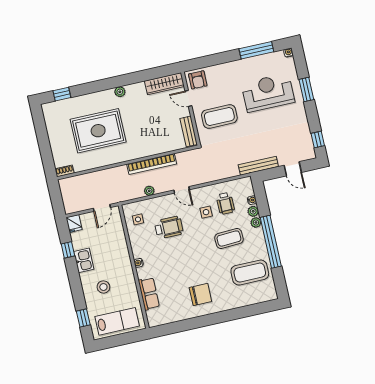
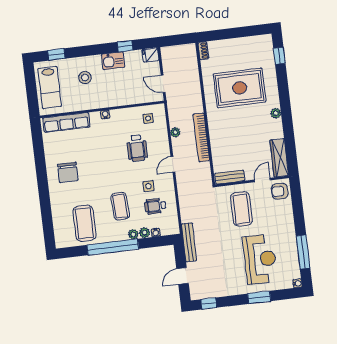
rug: (98, 131) -> (240, 88), turned 90
row of seats: (149, 294) -> (66, 122), width x1.48

